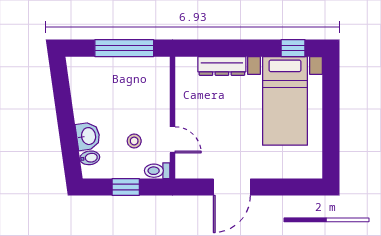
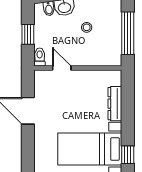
door: (173, 140) -> (62, 68), swing flipped
stool: (134, 141) -> (87, 27), moved

